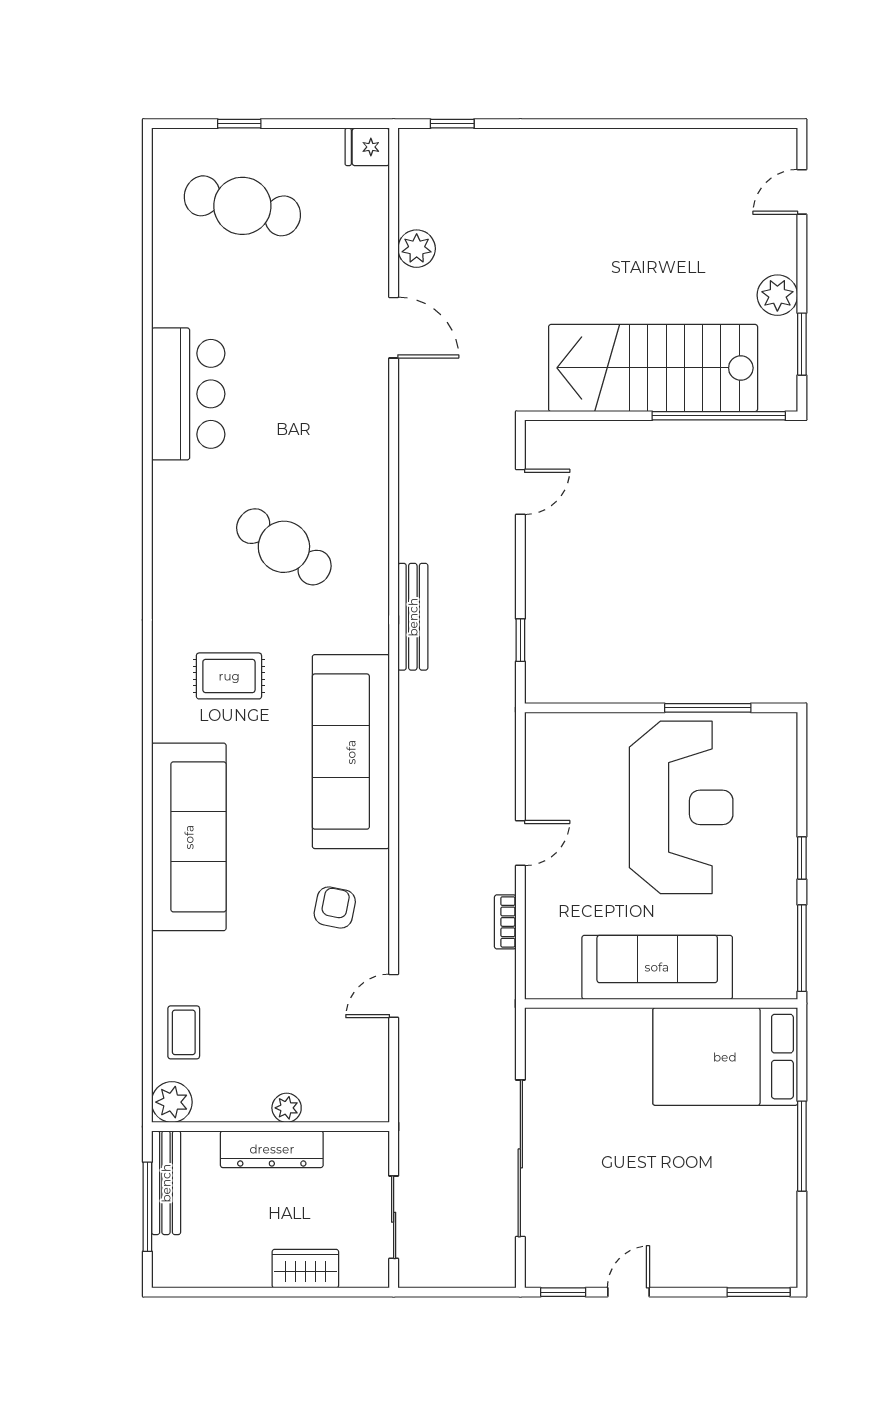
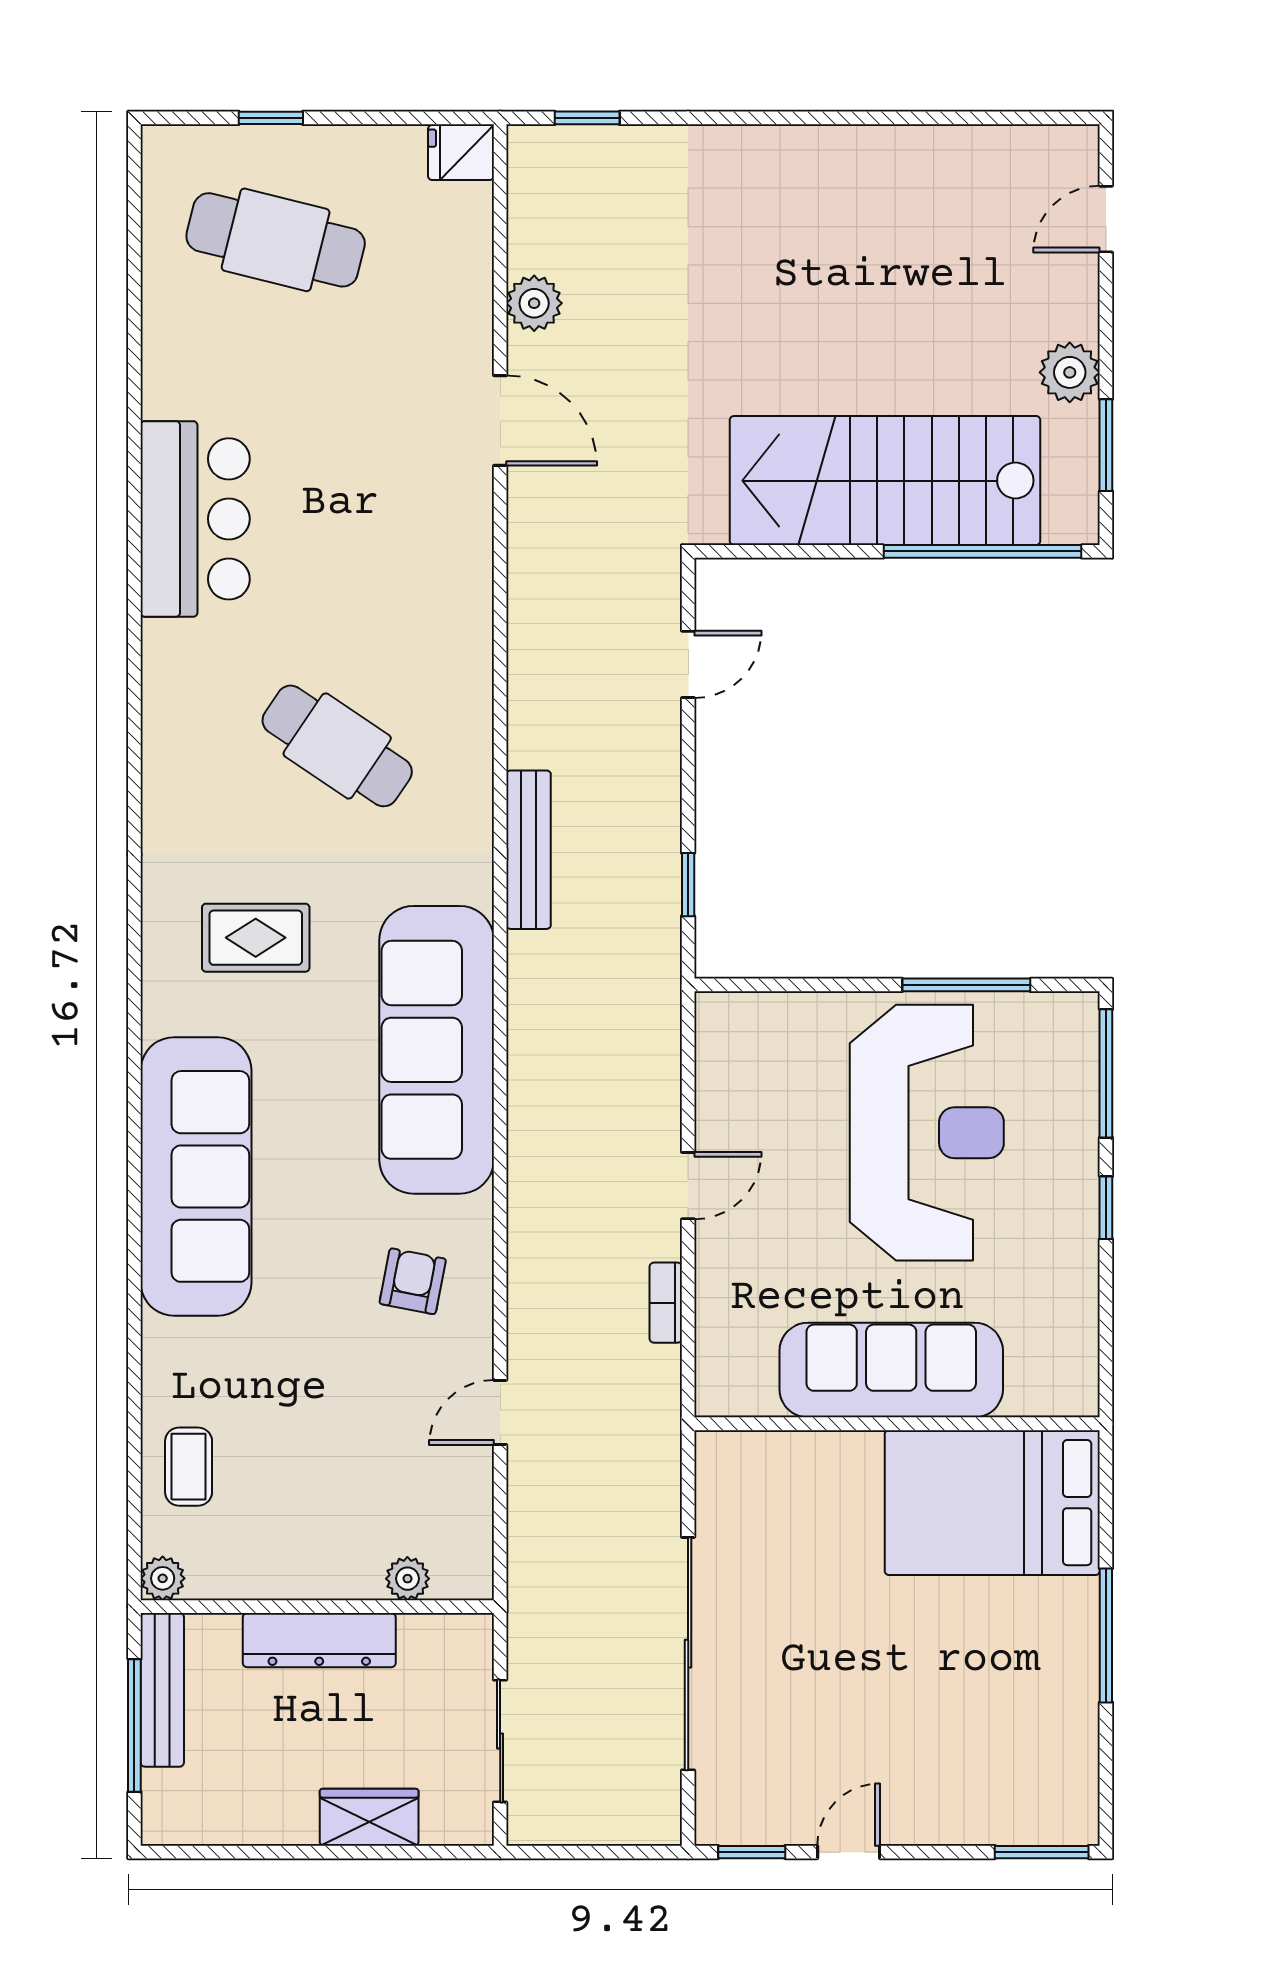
window: (802, 948) -> (1106, 1073), moved
plant: (172, 1102) -> (163, 1578), width x0.73, depth x0.73
plant: (287, 1108) -> (407, 1579), moved

